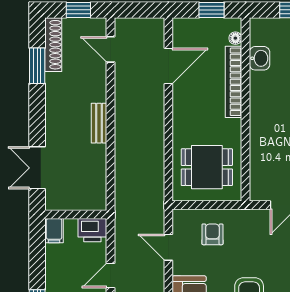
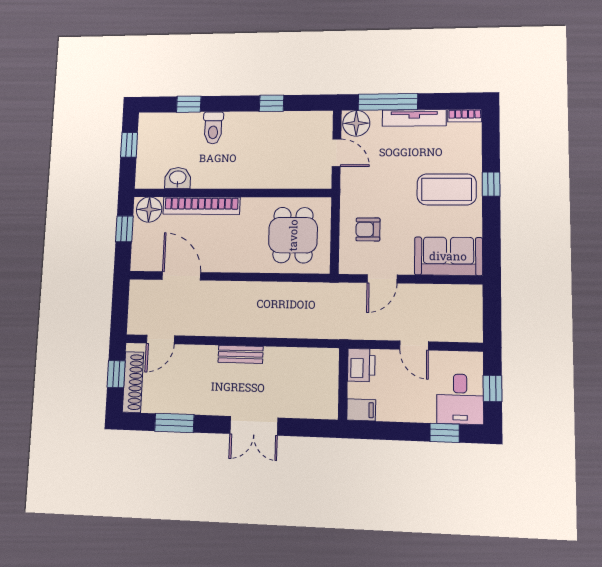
floor lamp: (235, 38) -> (149, 210), width x1.89, depth x1.89
shoe rack: (53, 45) -> (133, 382), moved, turned 90
double door: (37, 168) -> (254, 426), moved

